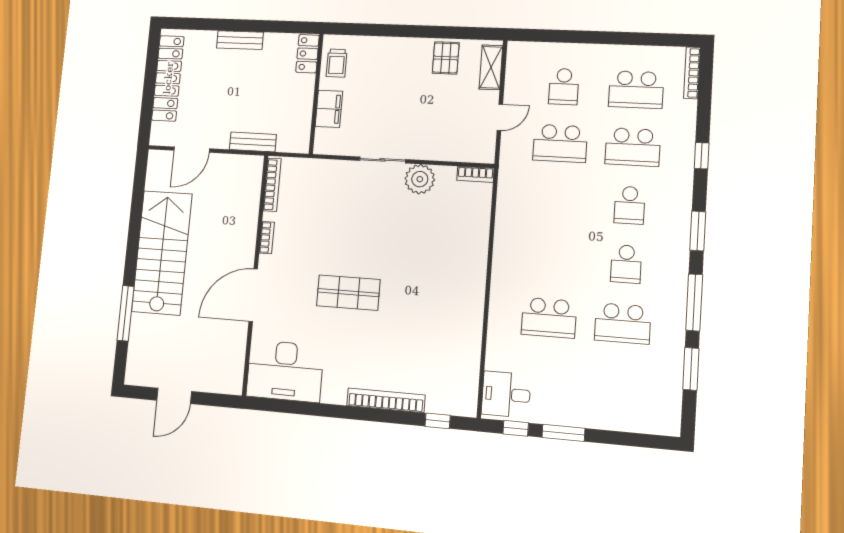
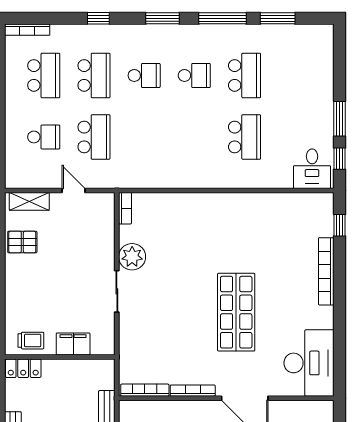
bookcase: (267, 238) -> (193, 391), width x1.56
shop shelf: (348, 293) -> (236, 312), width x1.43, depth x1.36

